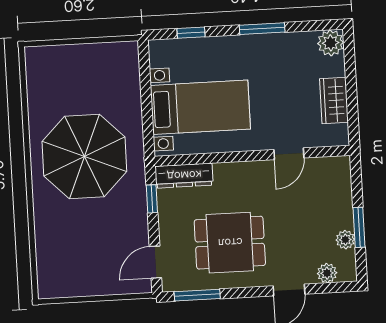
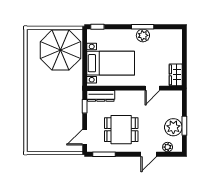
window: (191, 33) -> (97, 27), moved
plant: (331, 43) -> (143, 35), moved
wardrobe: (334, 101) -> (176, 75), moved
parasol: (84, 157) -> (60, 50), moved
plant: (345, 240) -> (173, 127), width x1.88, depth x1.88

